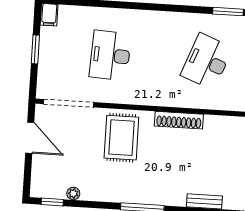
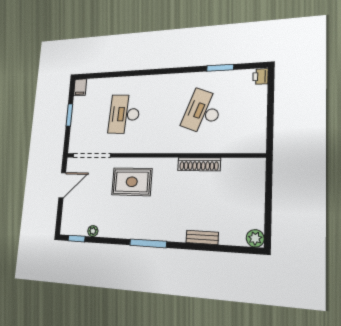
shoe rack: (179, 120) -> (199, 164), moved
door: (30, 138) -> (62, 185), hinge flipped
rug: (121, 138) -> (132, 182), turned 90

